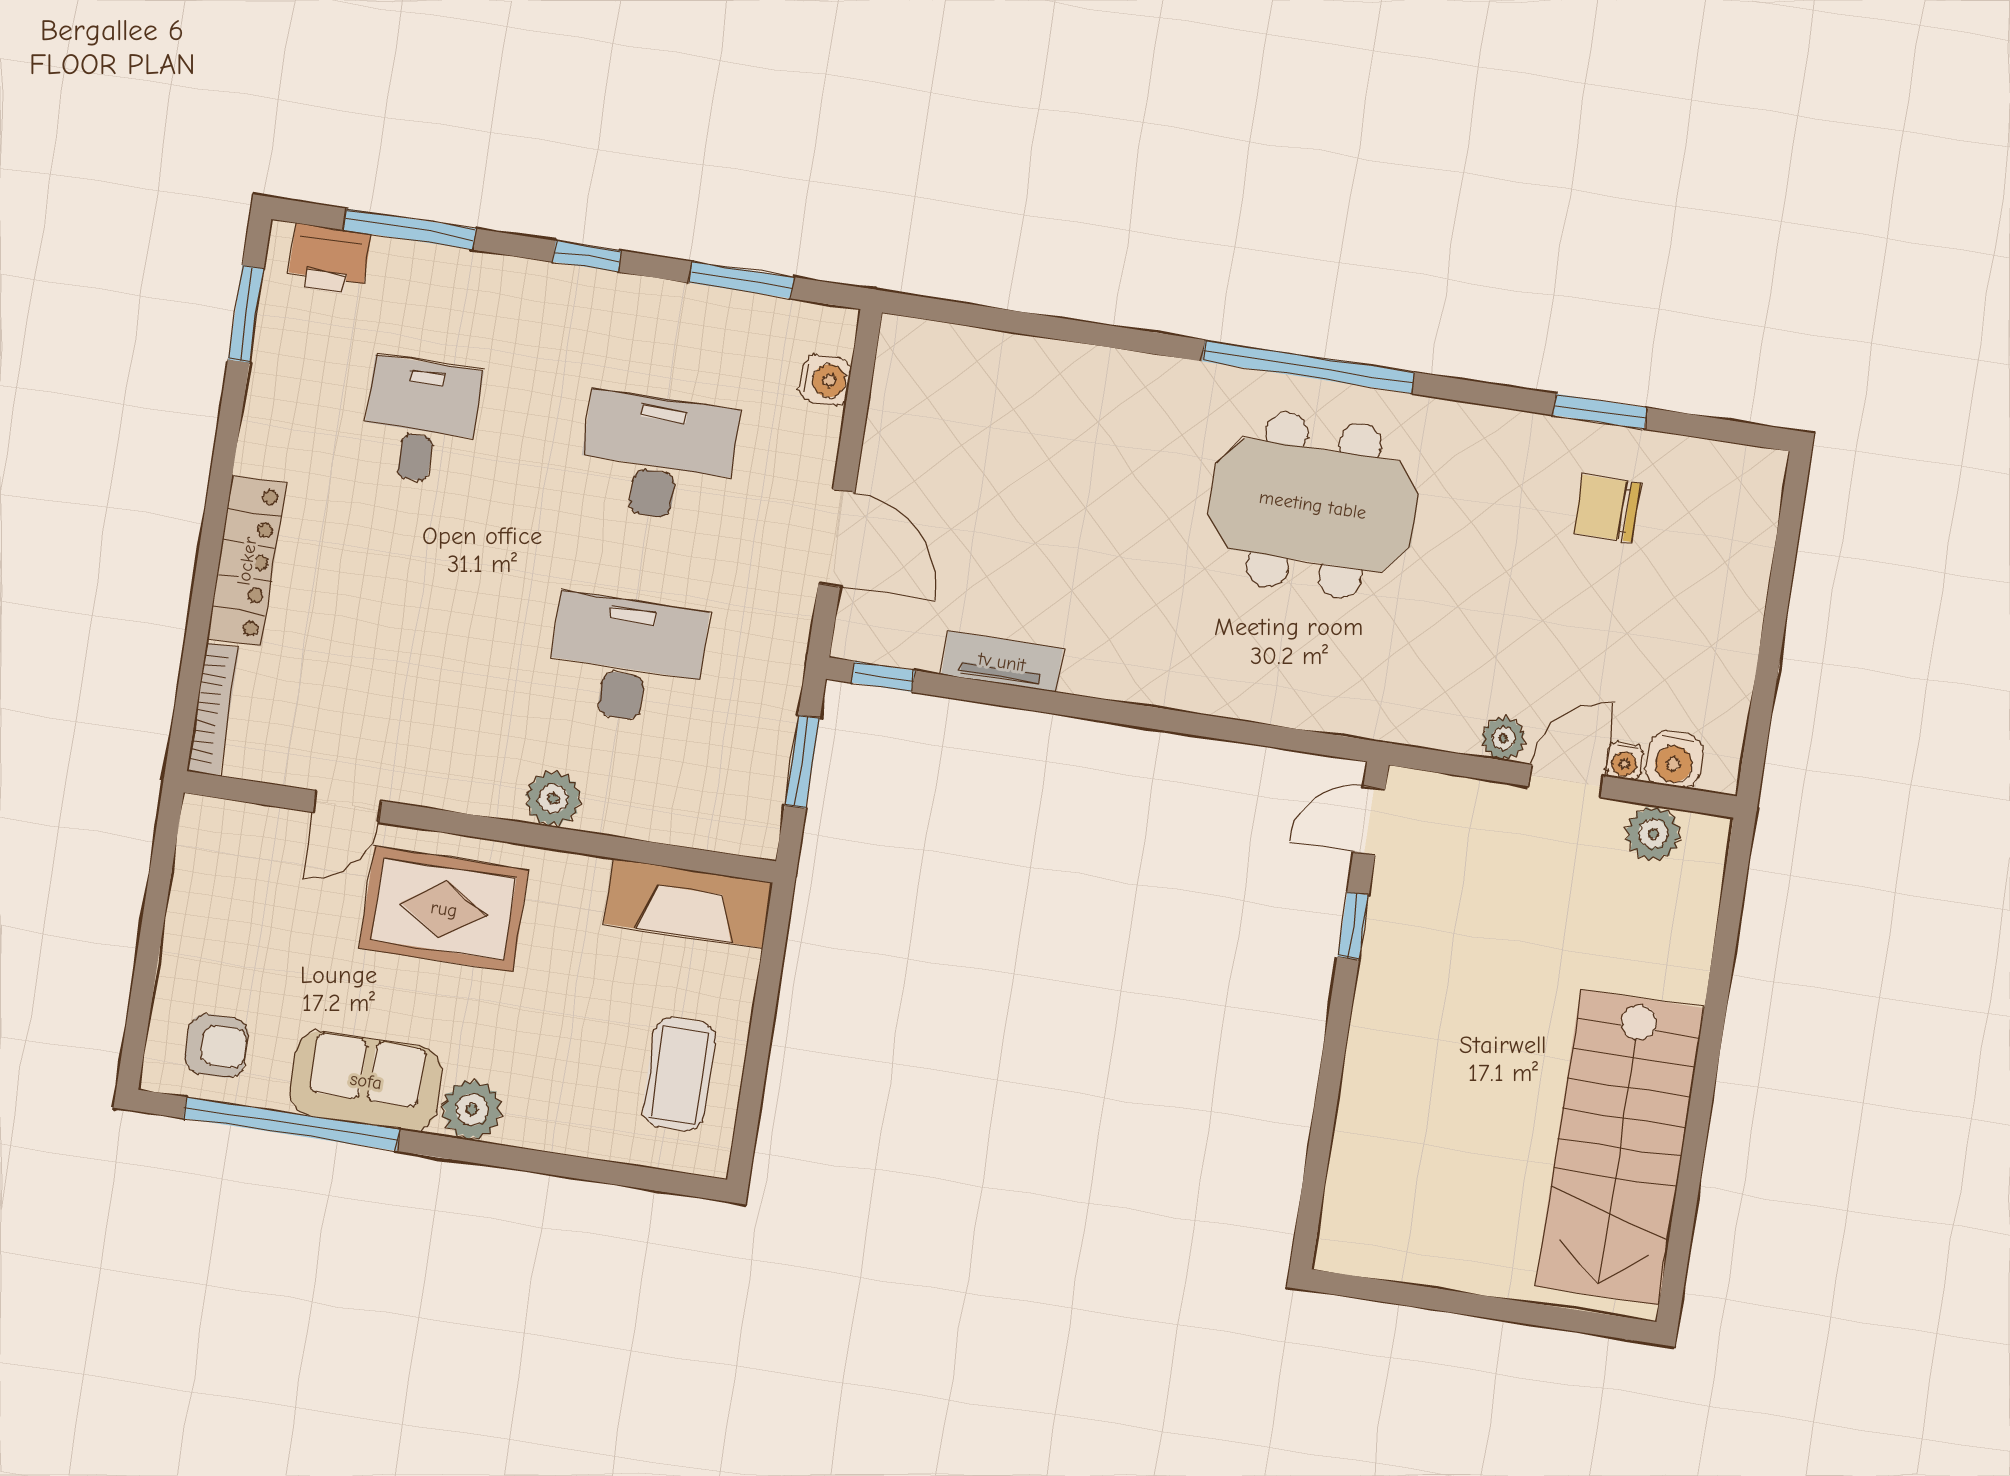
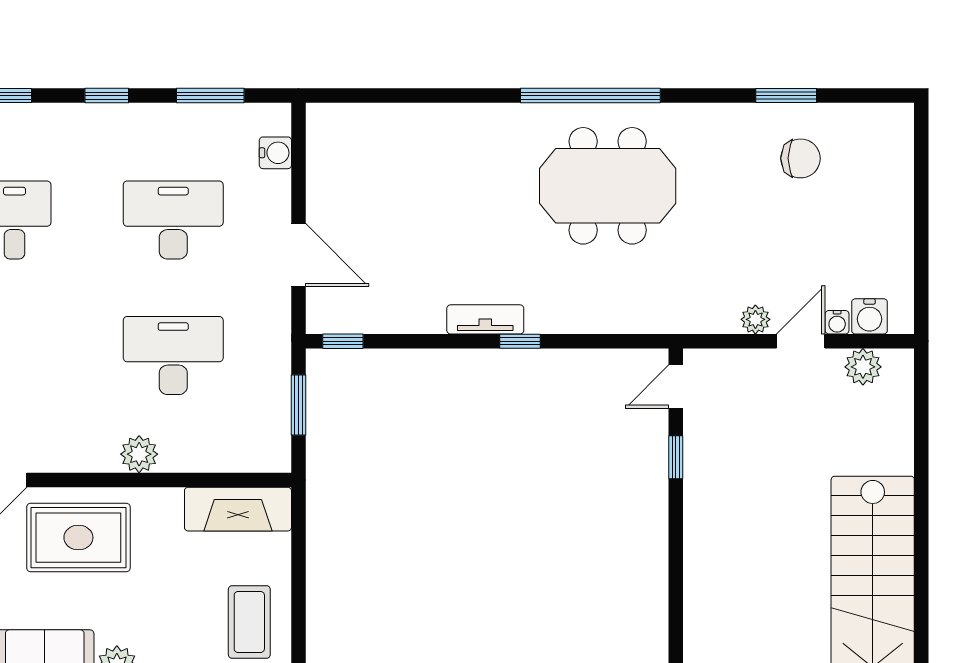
chair: (1607, 508) -> (801, 158), turned 180
tv unit: (1002, 662) -> (485, 319), moved
window: (1147, 717) -> (520, 341), added

